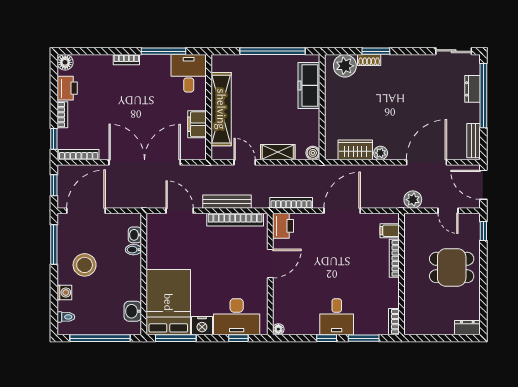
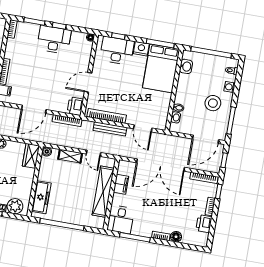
floor lamp: (65, 62) -> (176, 237), moved
wardrobe: (355, 150) -> (31, 156), moved, turned 90
desk: (337, 317) -> (54, 40), width x1.37

